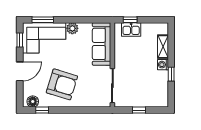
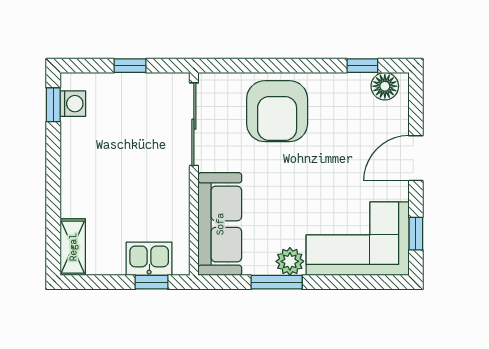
window: (43, 20) -> (277, 282), moved
shelving: (163, 47) -> (73, 247), moved
washing machine: (163, 65) -> (73, 104), moved
window: (171, 74) -> (53, 105), moved
armchair: (62, 84) -> (277, 111), moved, turned -107

